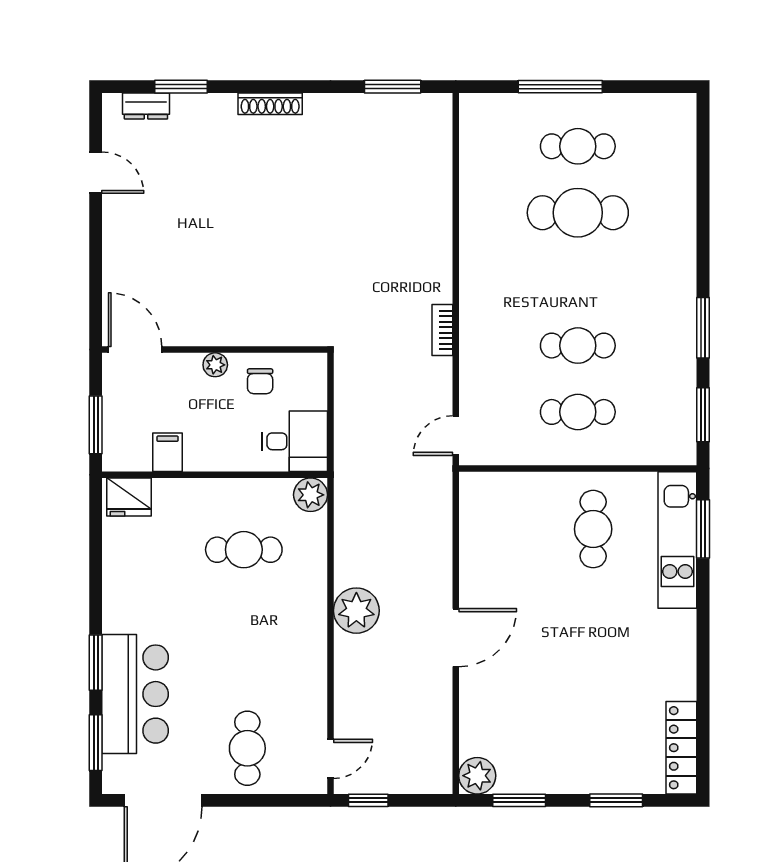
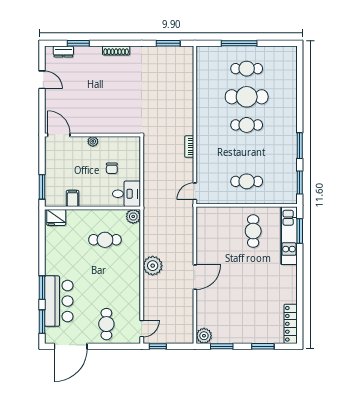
cafe table: (578, 346) -> (247, 125), moved
door: (135, 350) -> (59, 135), moved
wall: (215, 350) -> (93, 135), moved
plant: (215, 365) -> (93, 141), moved

